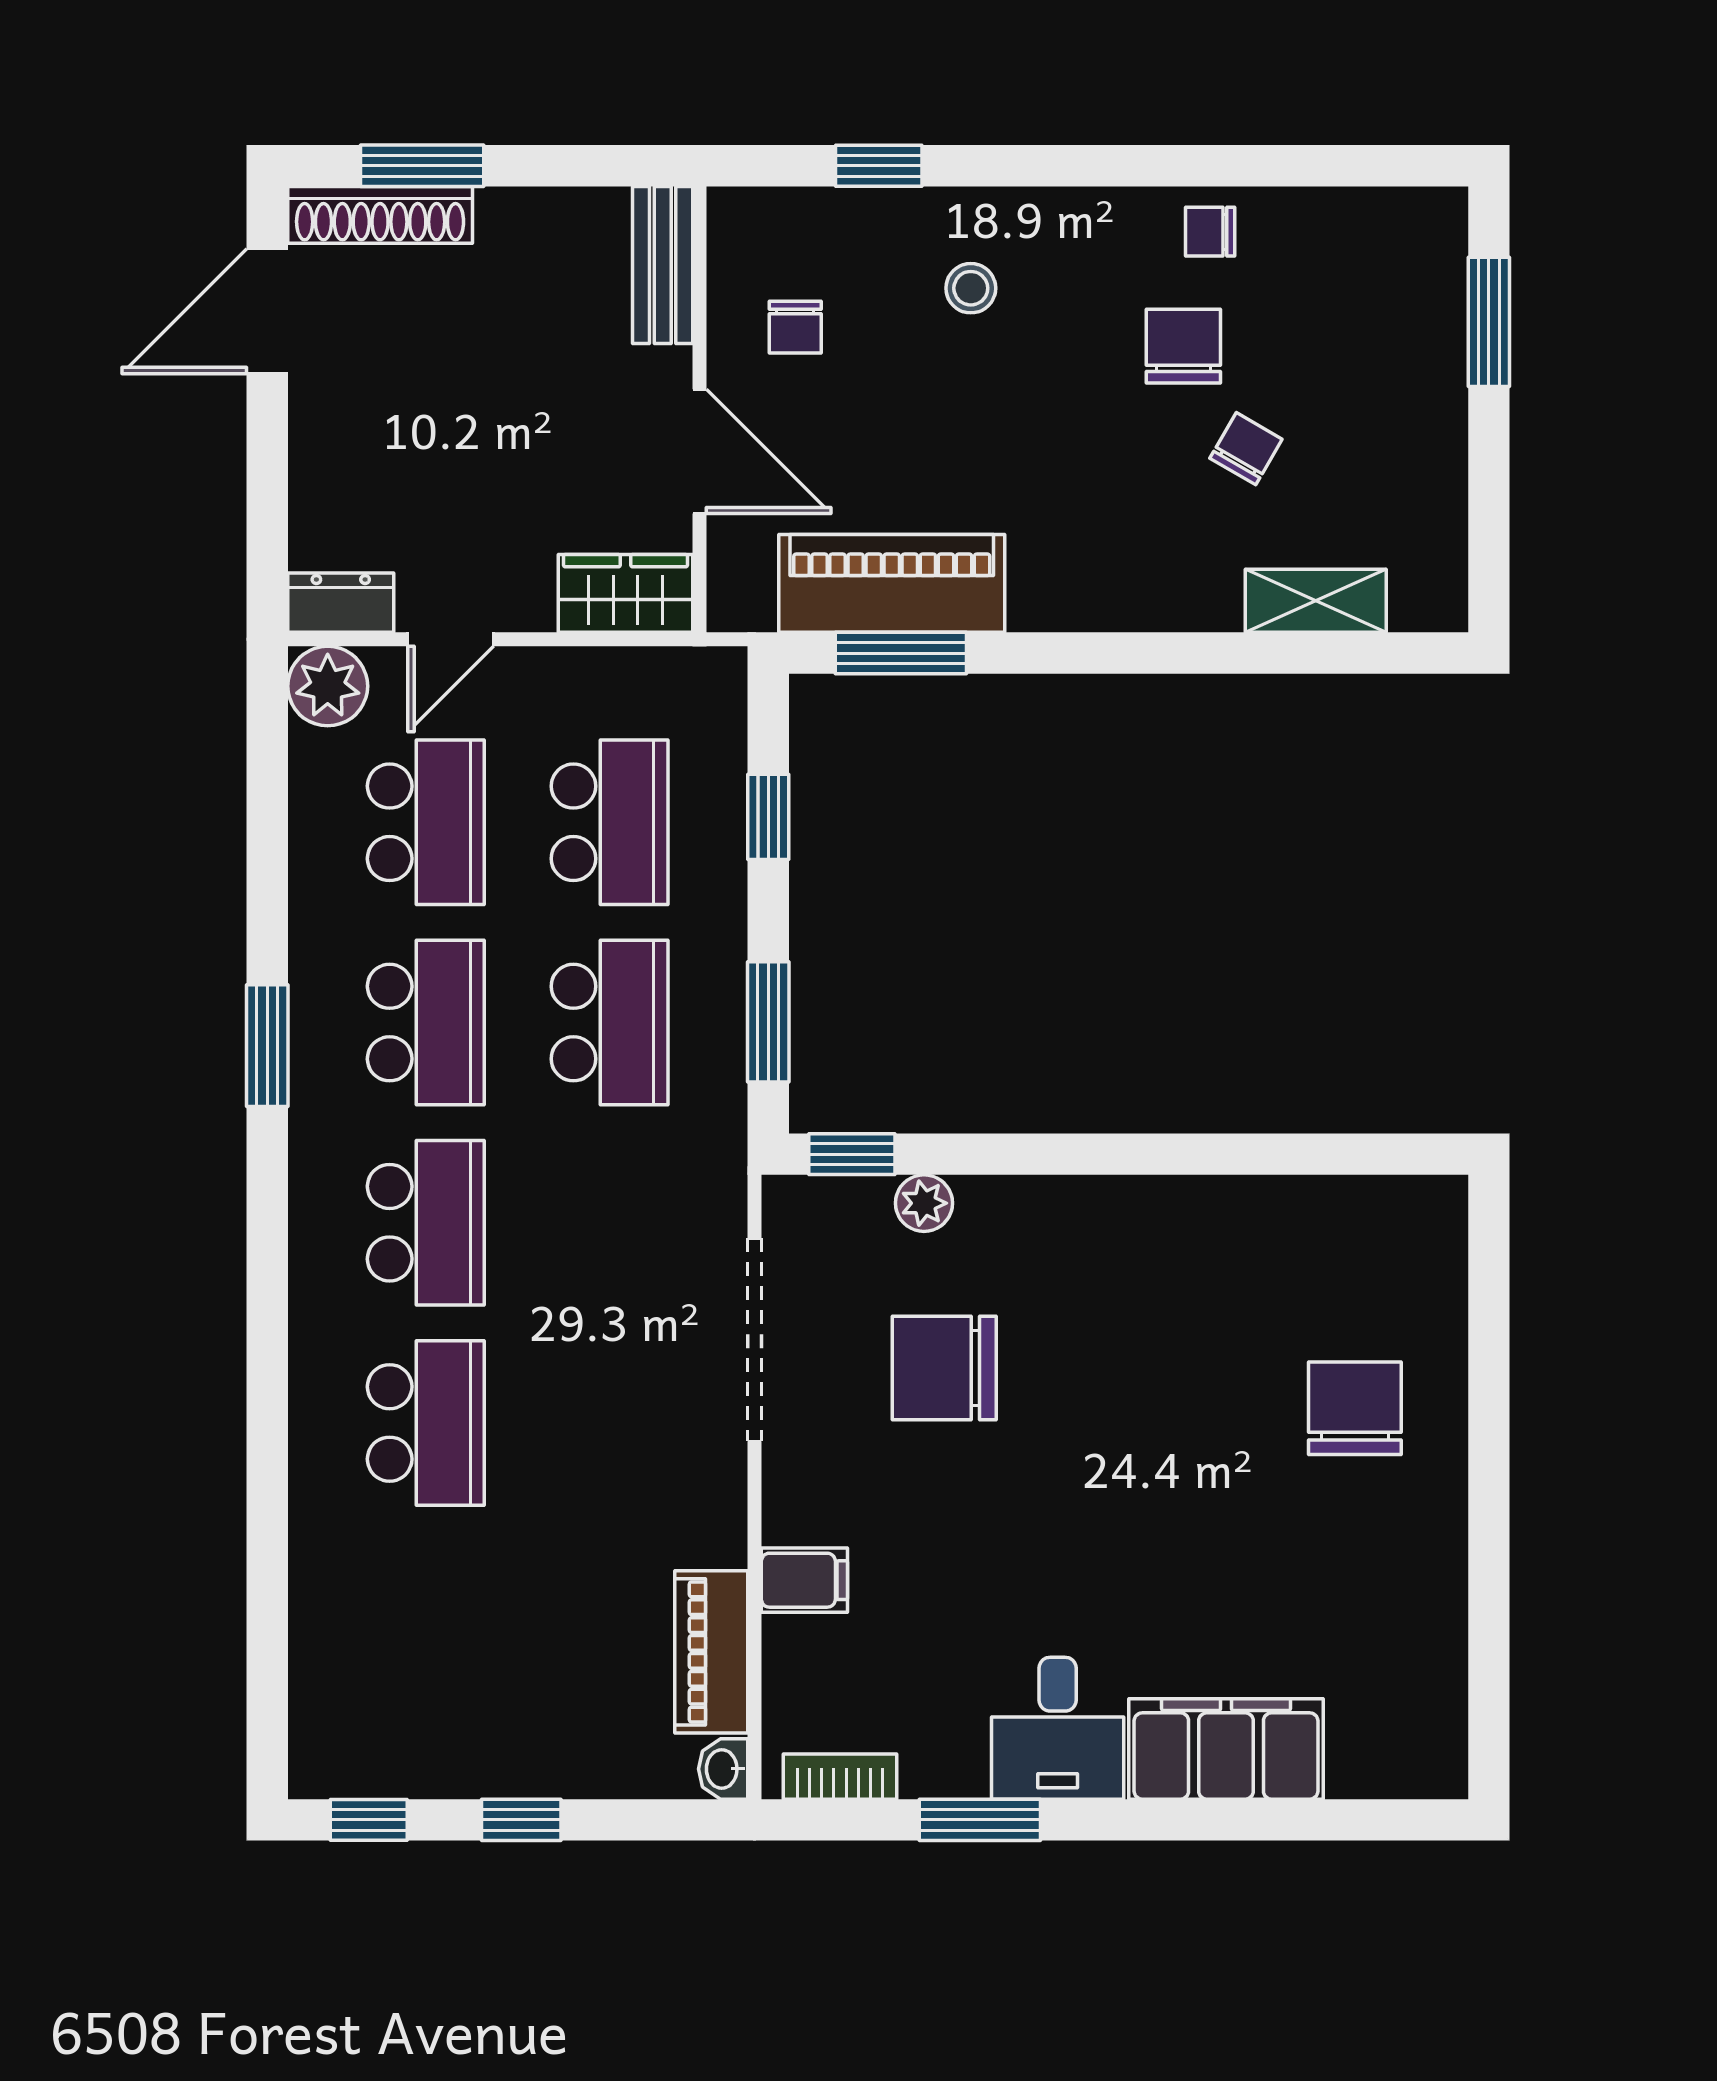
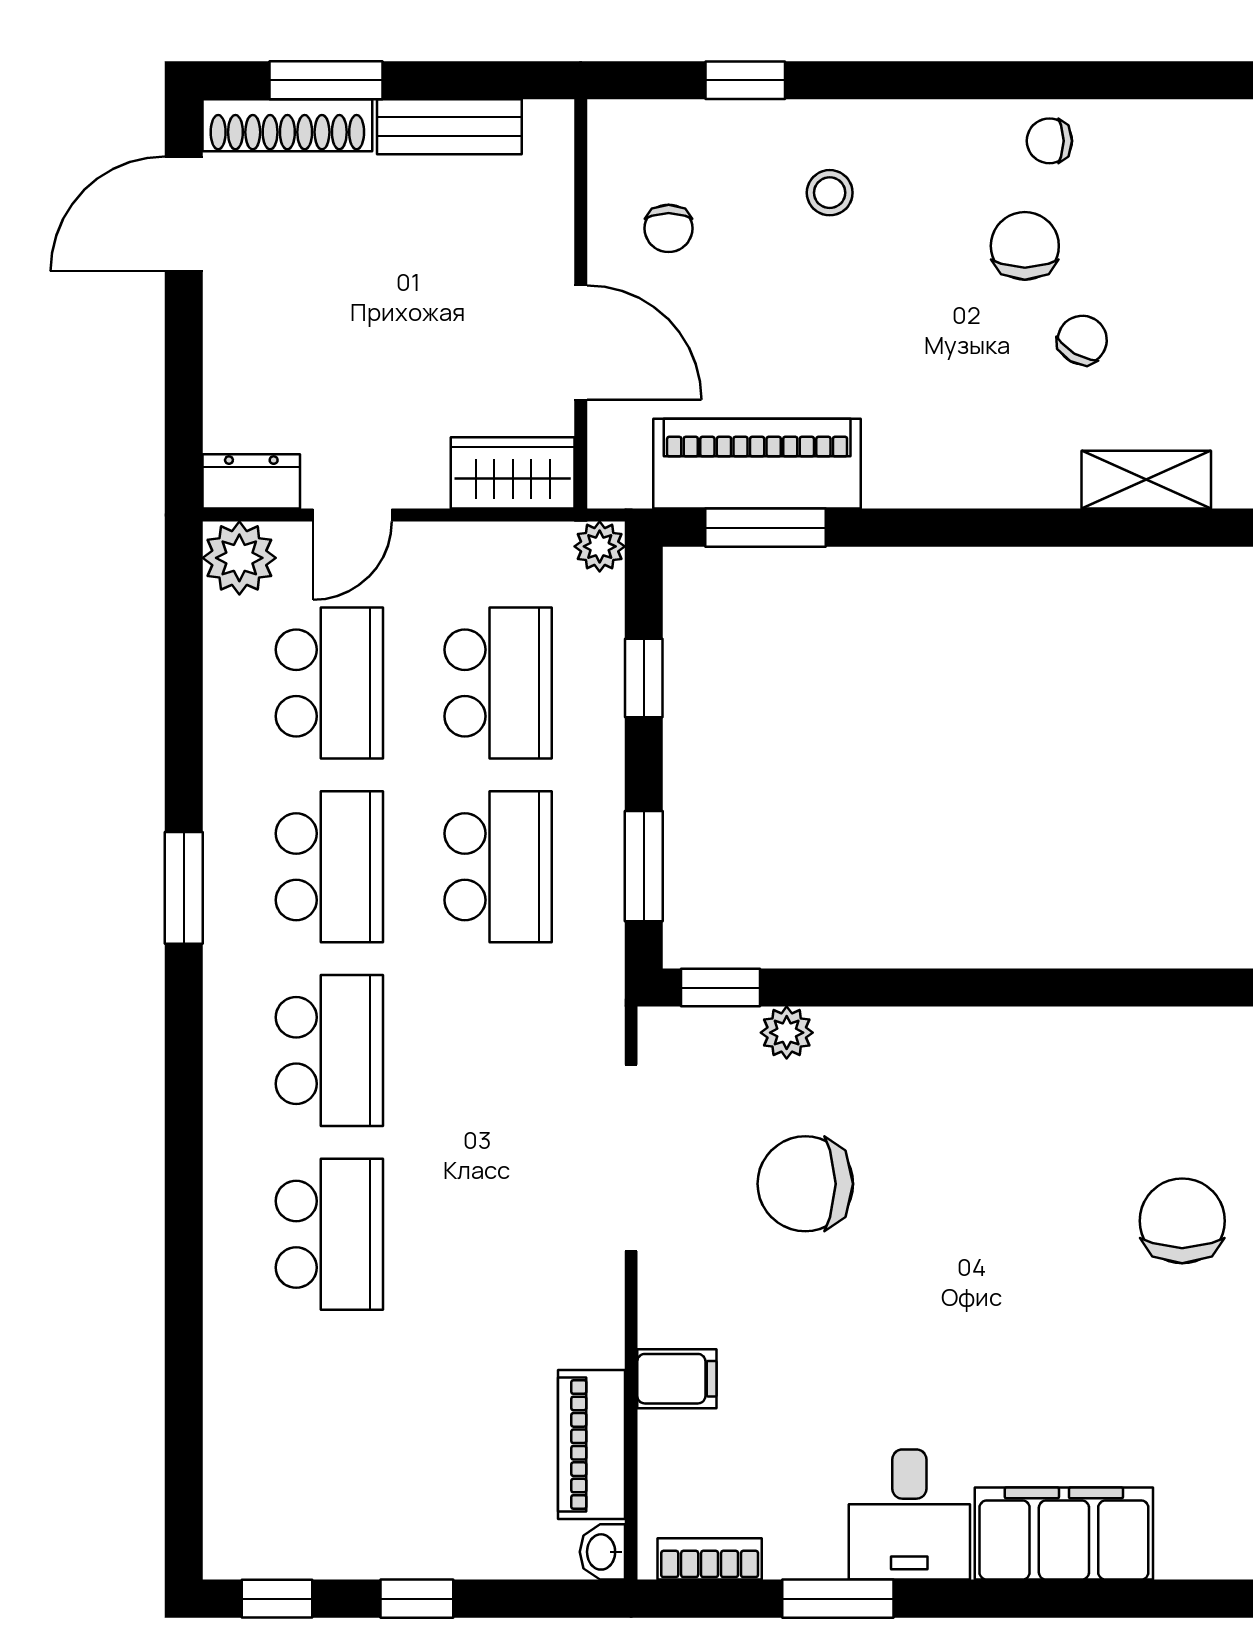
bench: (663, 265) -> (449, 127), moved, turned 90
plant: (720, 674) -> (600, 546), added

